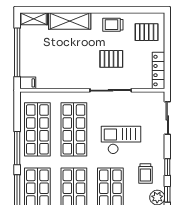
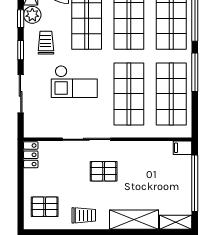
pallet: (111, 59) -> (104, 171), moved
locker: (159, 71) -> (31, 155), width x0.66
sliding door: (167, 118) -> (21, 94), moved

